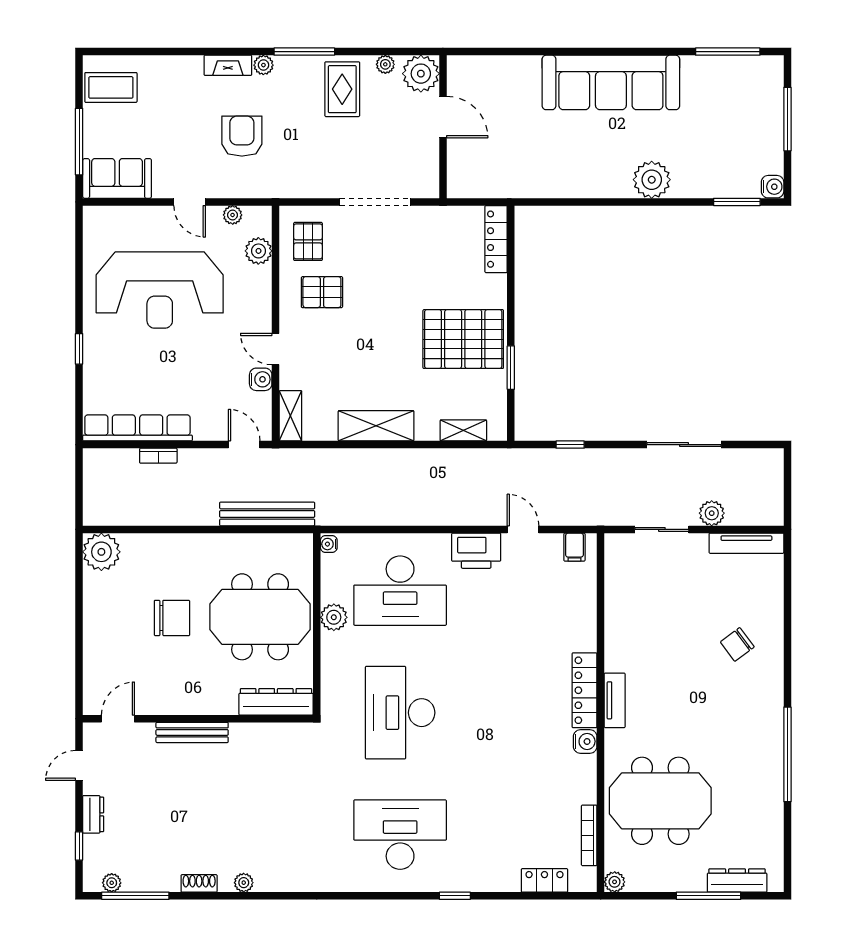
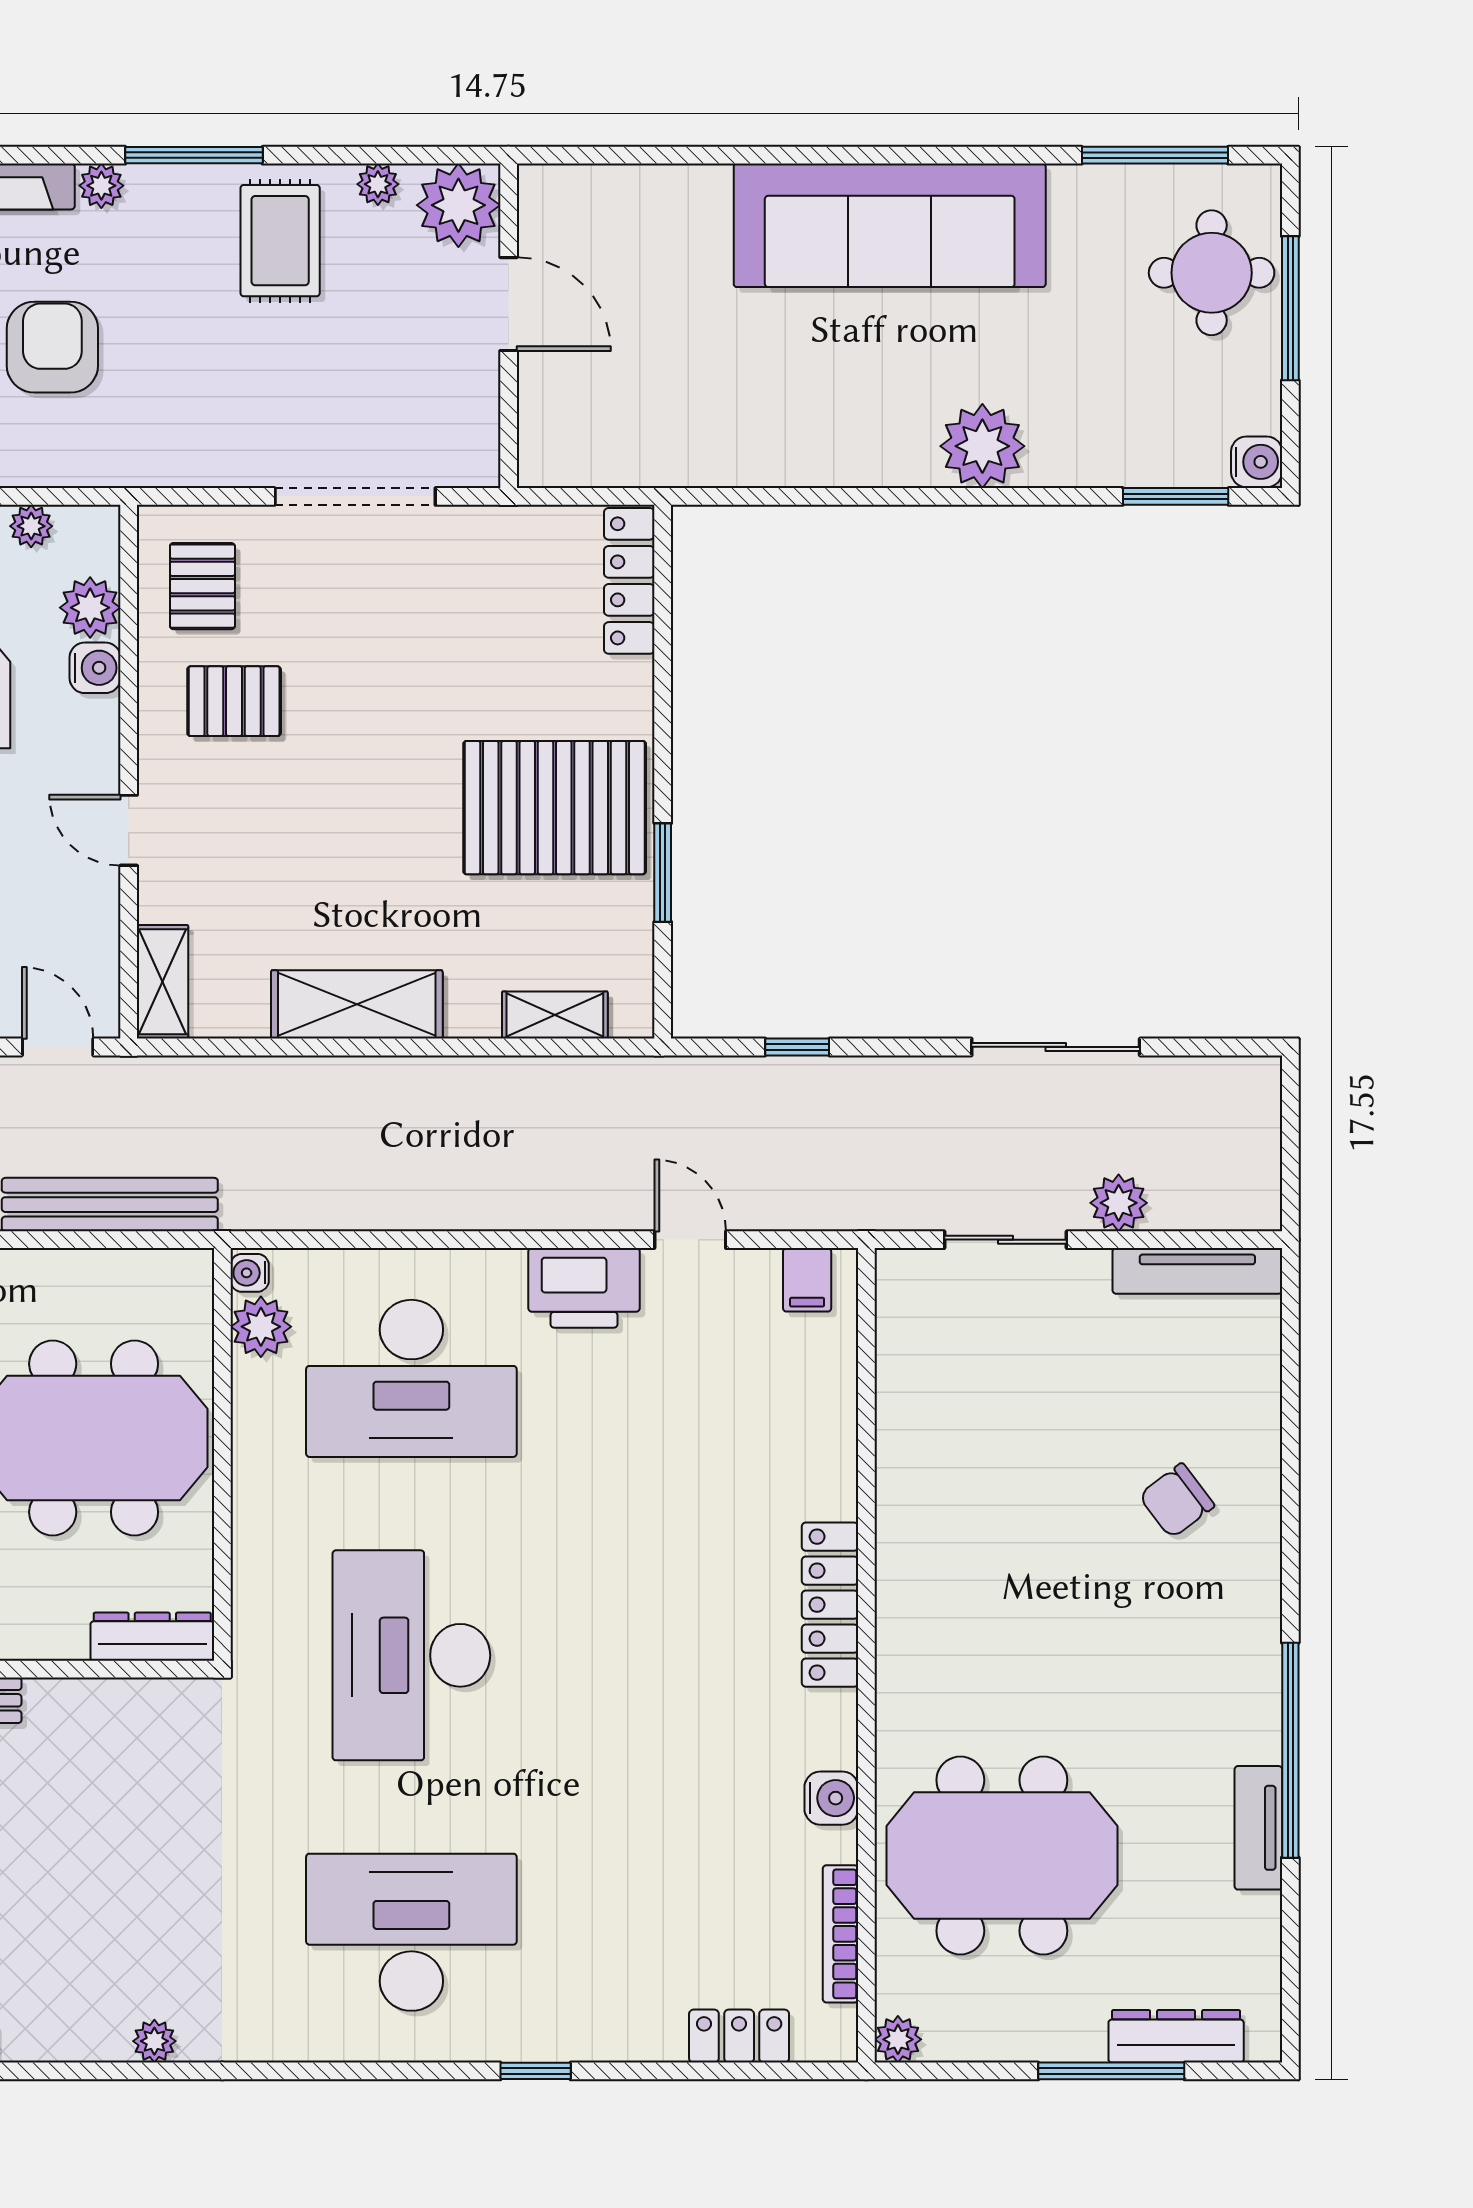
round table: (753, 103) -> (1212, 273), added
water cooler: (261, 379) -> (95, 668), moved
plant: (334, 617) -> (261, 1327), moved
tv unit: (615, 700) -> (1258, 1828), moved, turned 180
dresser: (276, 702) -> (152, 1637), width x0.73, depth x0.80
water cooler: (585, 741) -> (831, 1798), moved
plant: (244, 883) -> (154, 2041), moved

